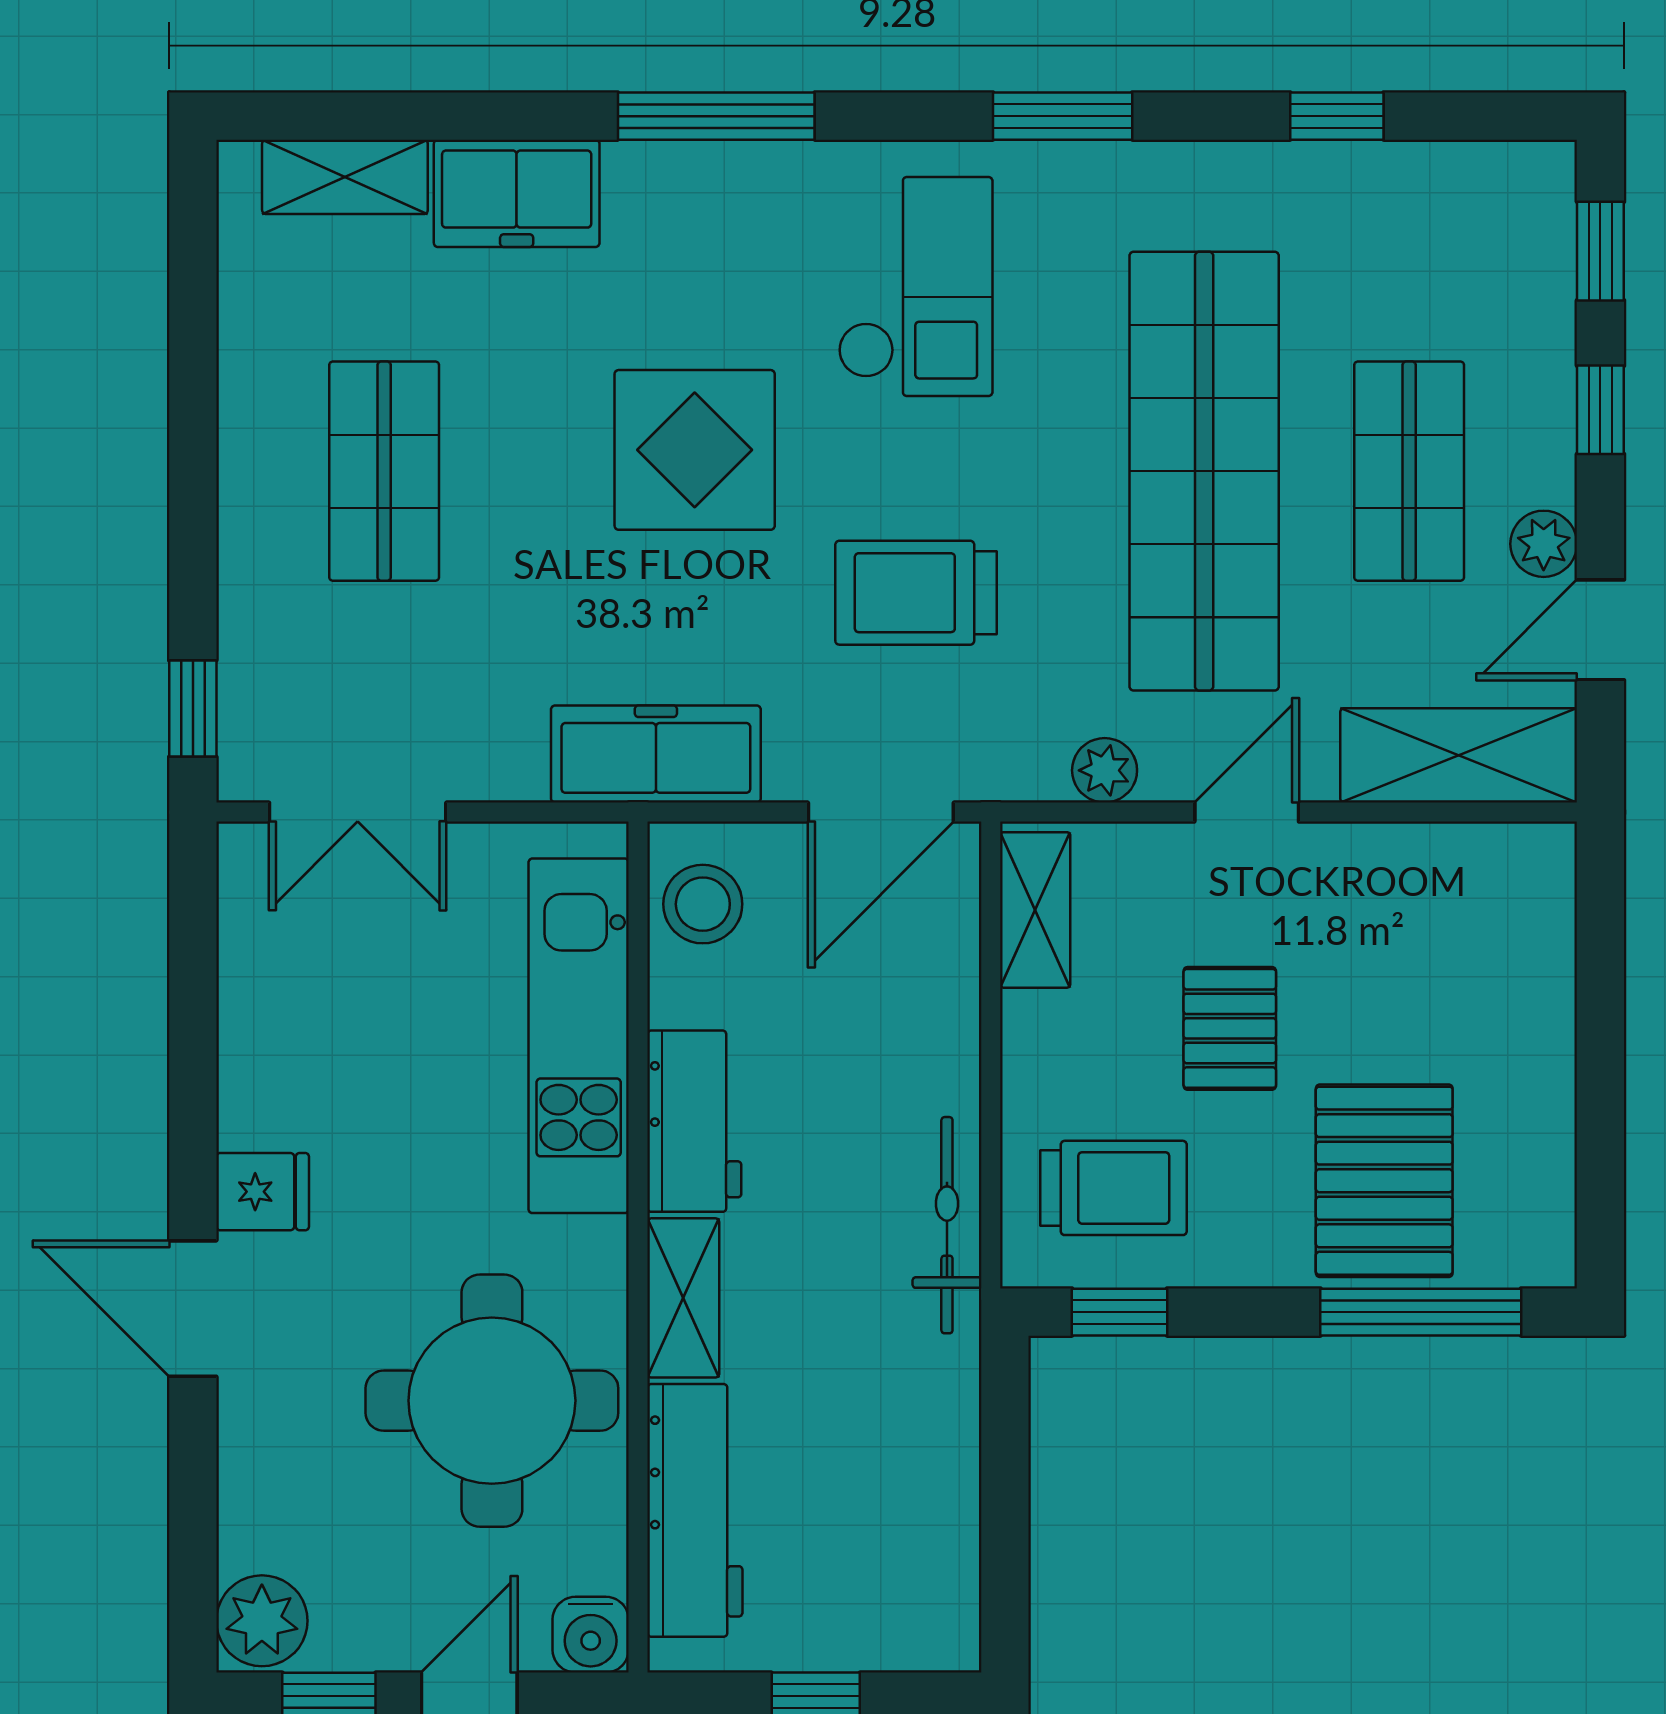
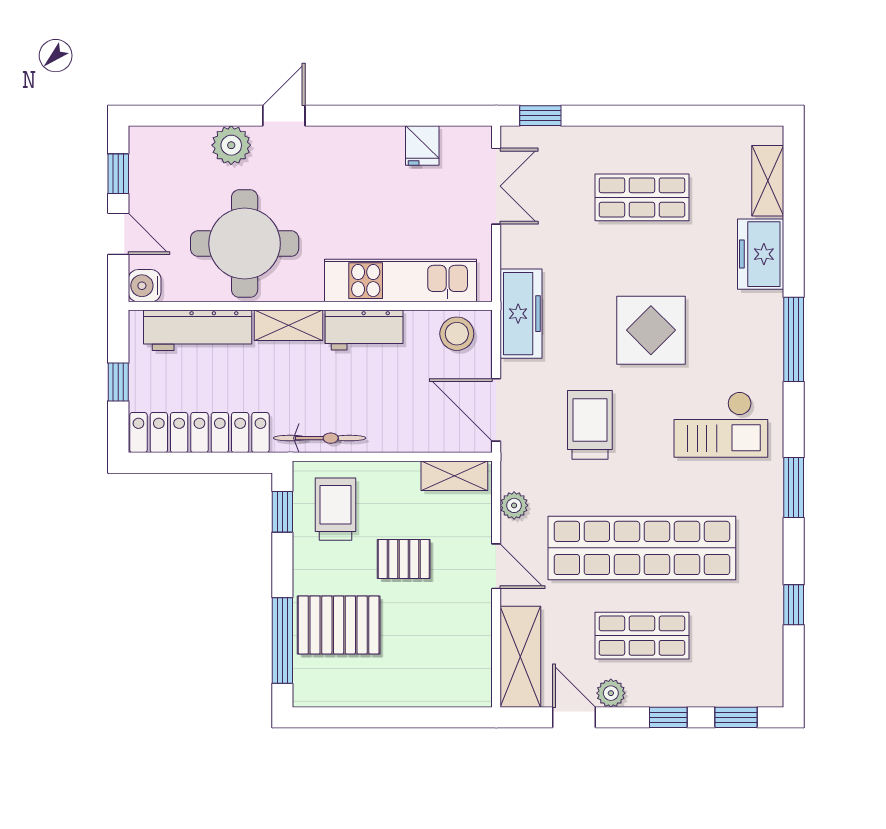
double door: (358, 812) -> (496, 186), swing flipped
trolley: (1114, 1188) -> (335, 509), turned 180
fridge: (263, 1192) -> (422, 146), moved
door: (193, 1309) -> (284, 116), width x0.73
locker: (934, 1506) -> (199, 433), added
plant: (262, 1621) -> (231, 145), moved

